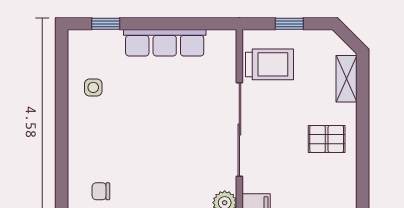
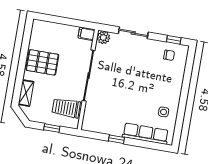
window: (106, 24) -> (116, 139), moved
row of seats: (165, 43) -> (146, 134), moved
pallet: (327, 139) -> (42, 62), width x1.50, depth x1.42

